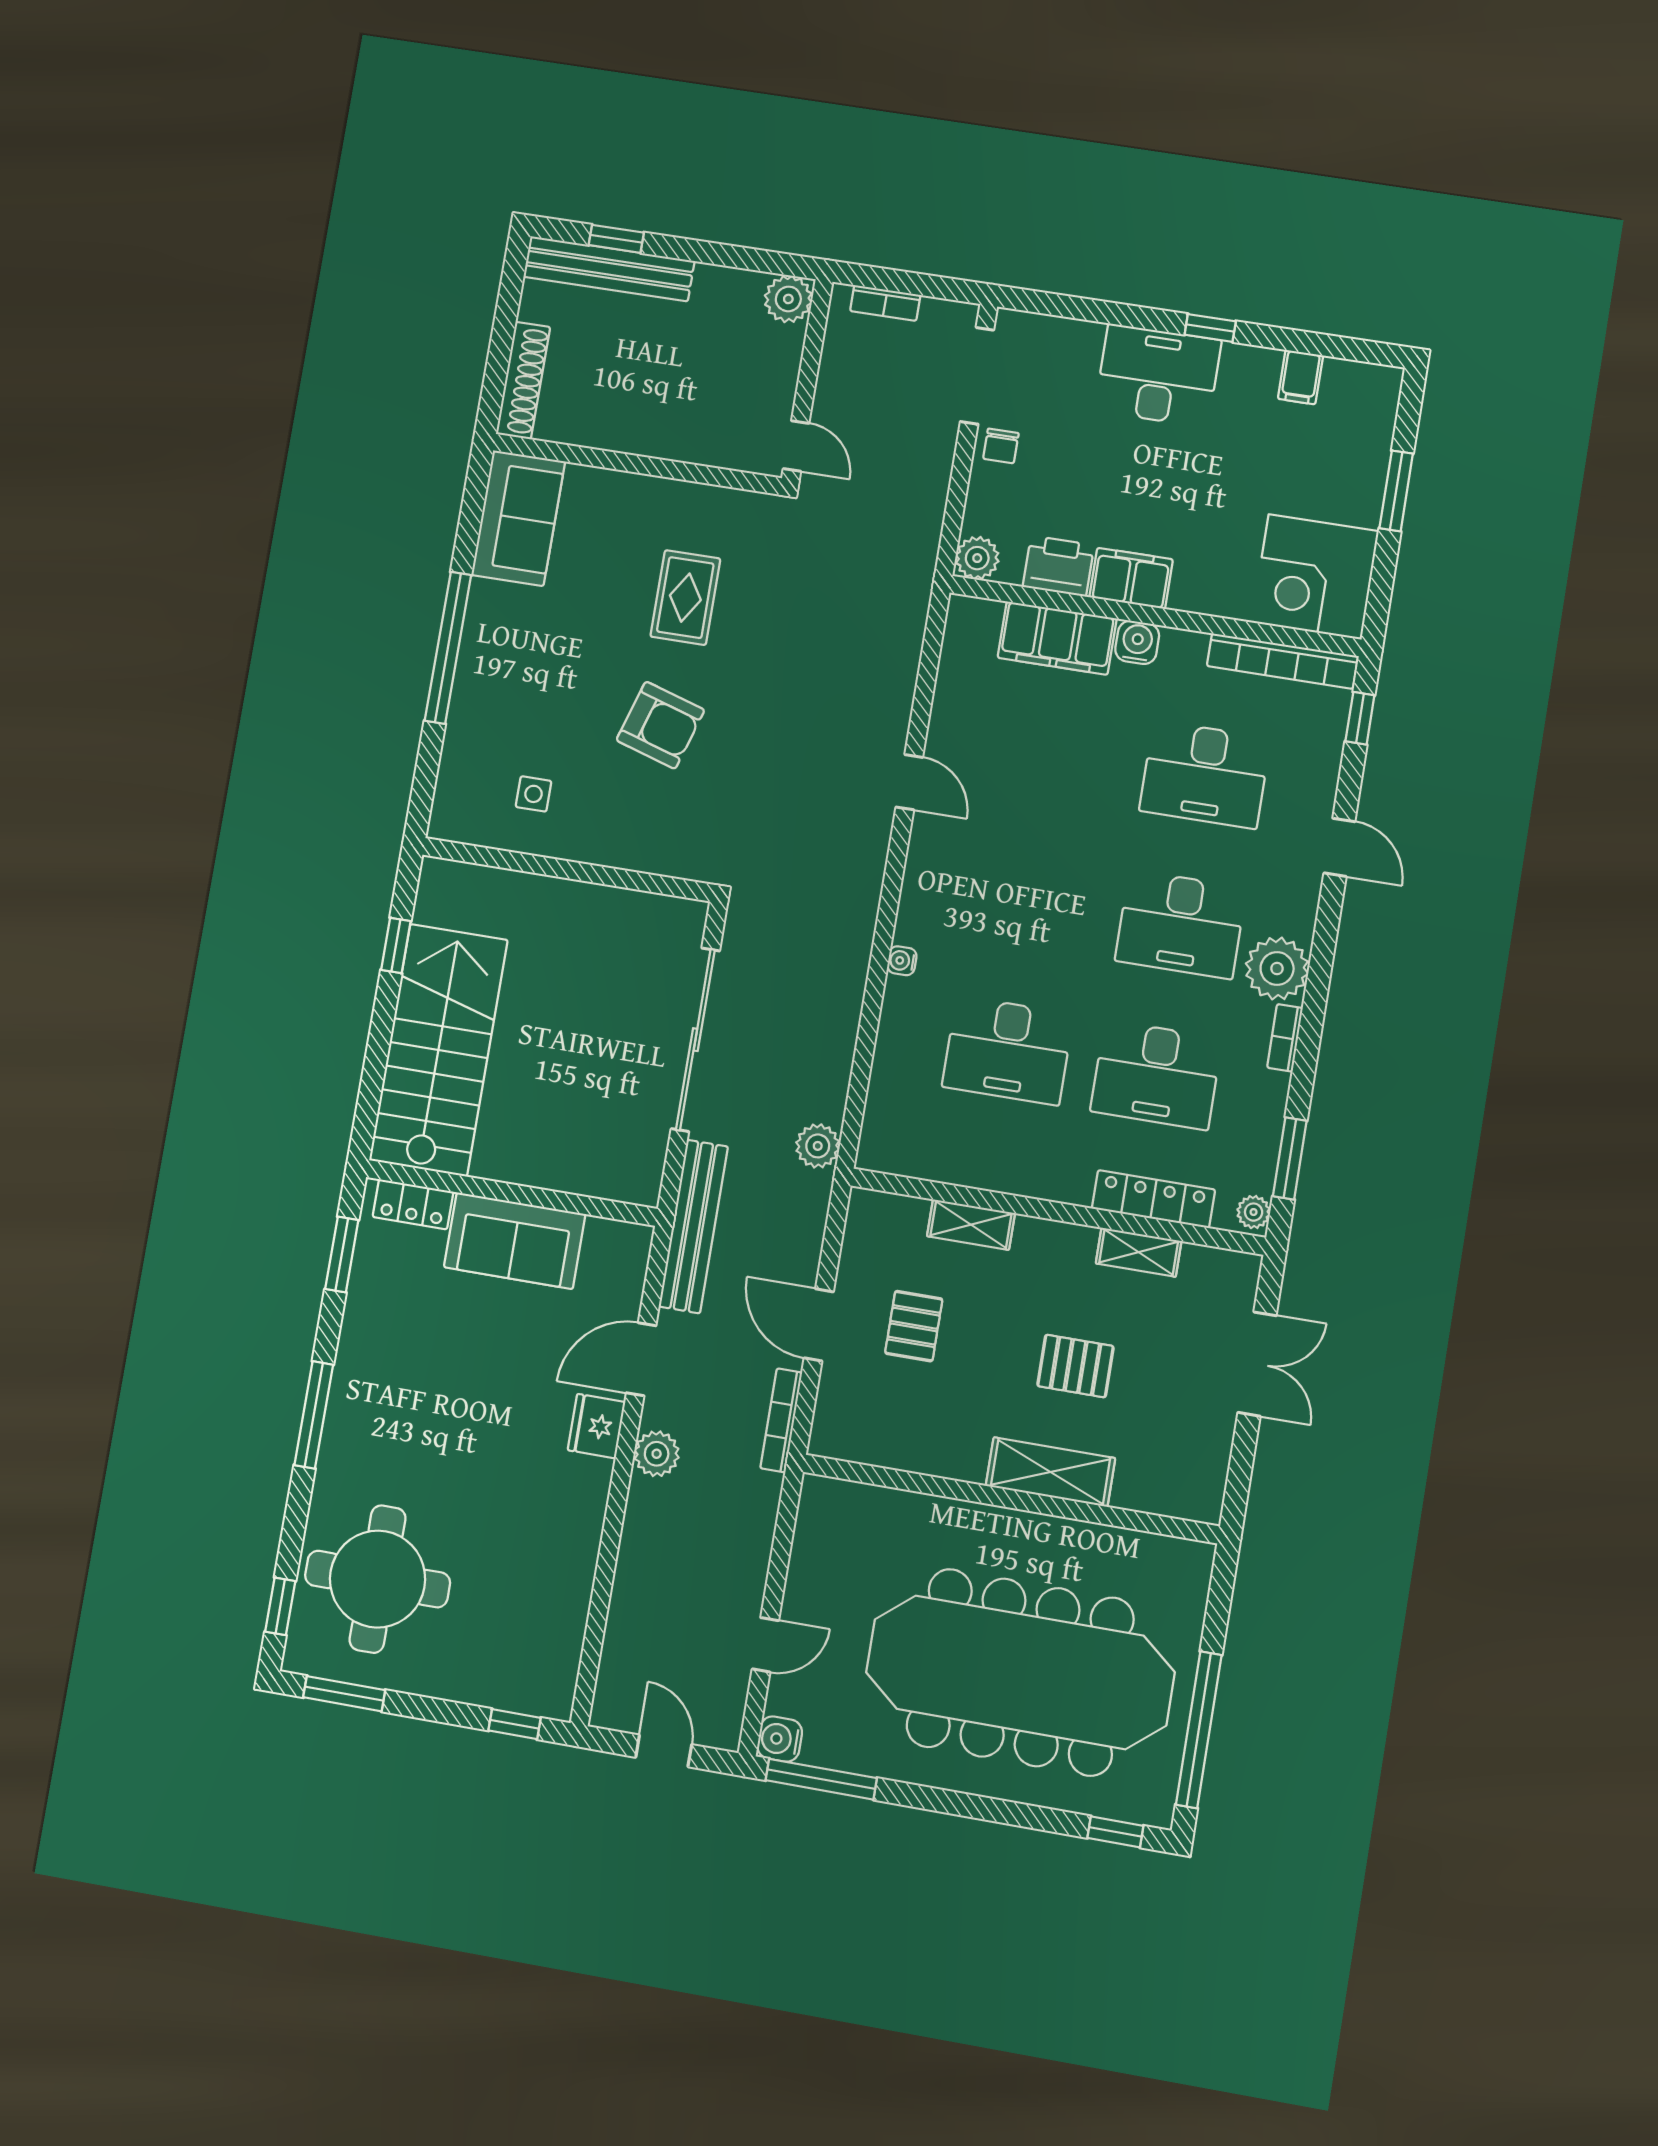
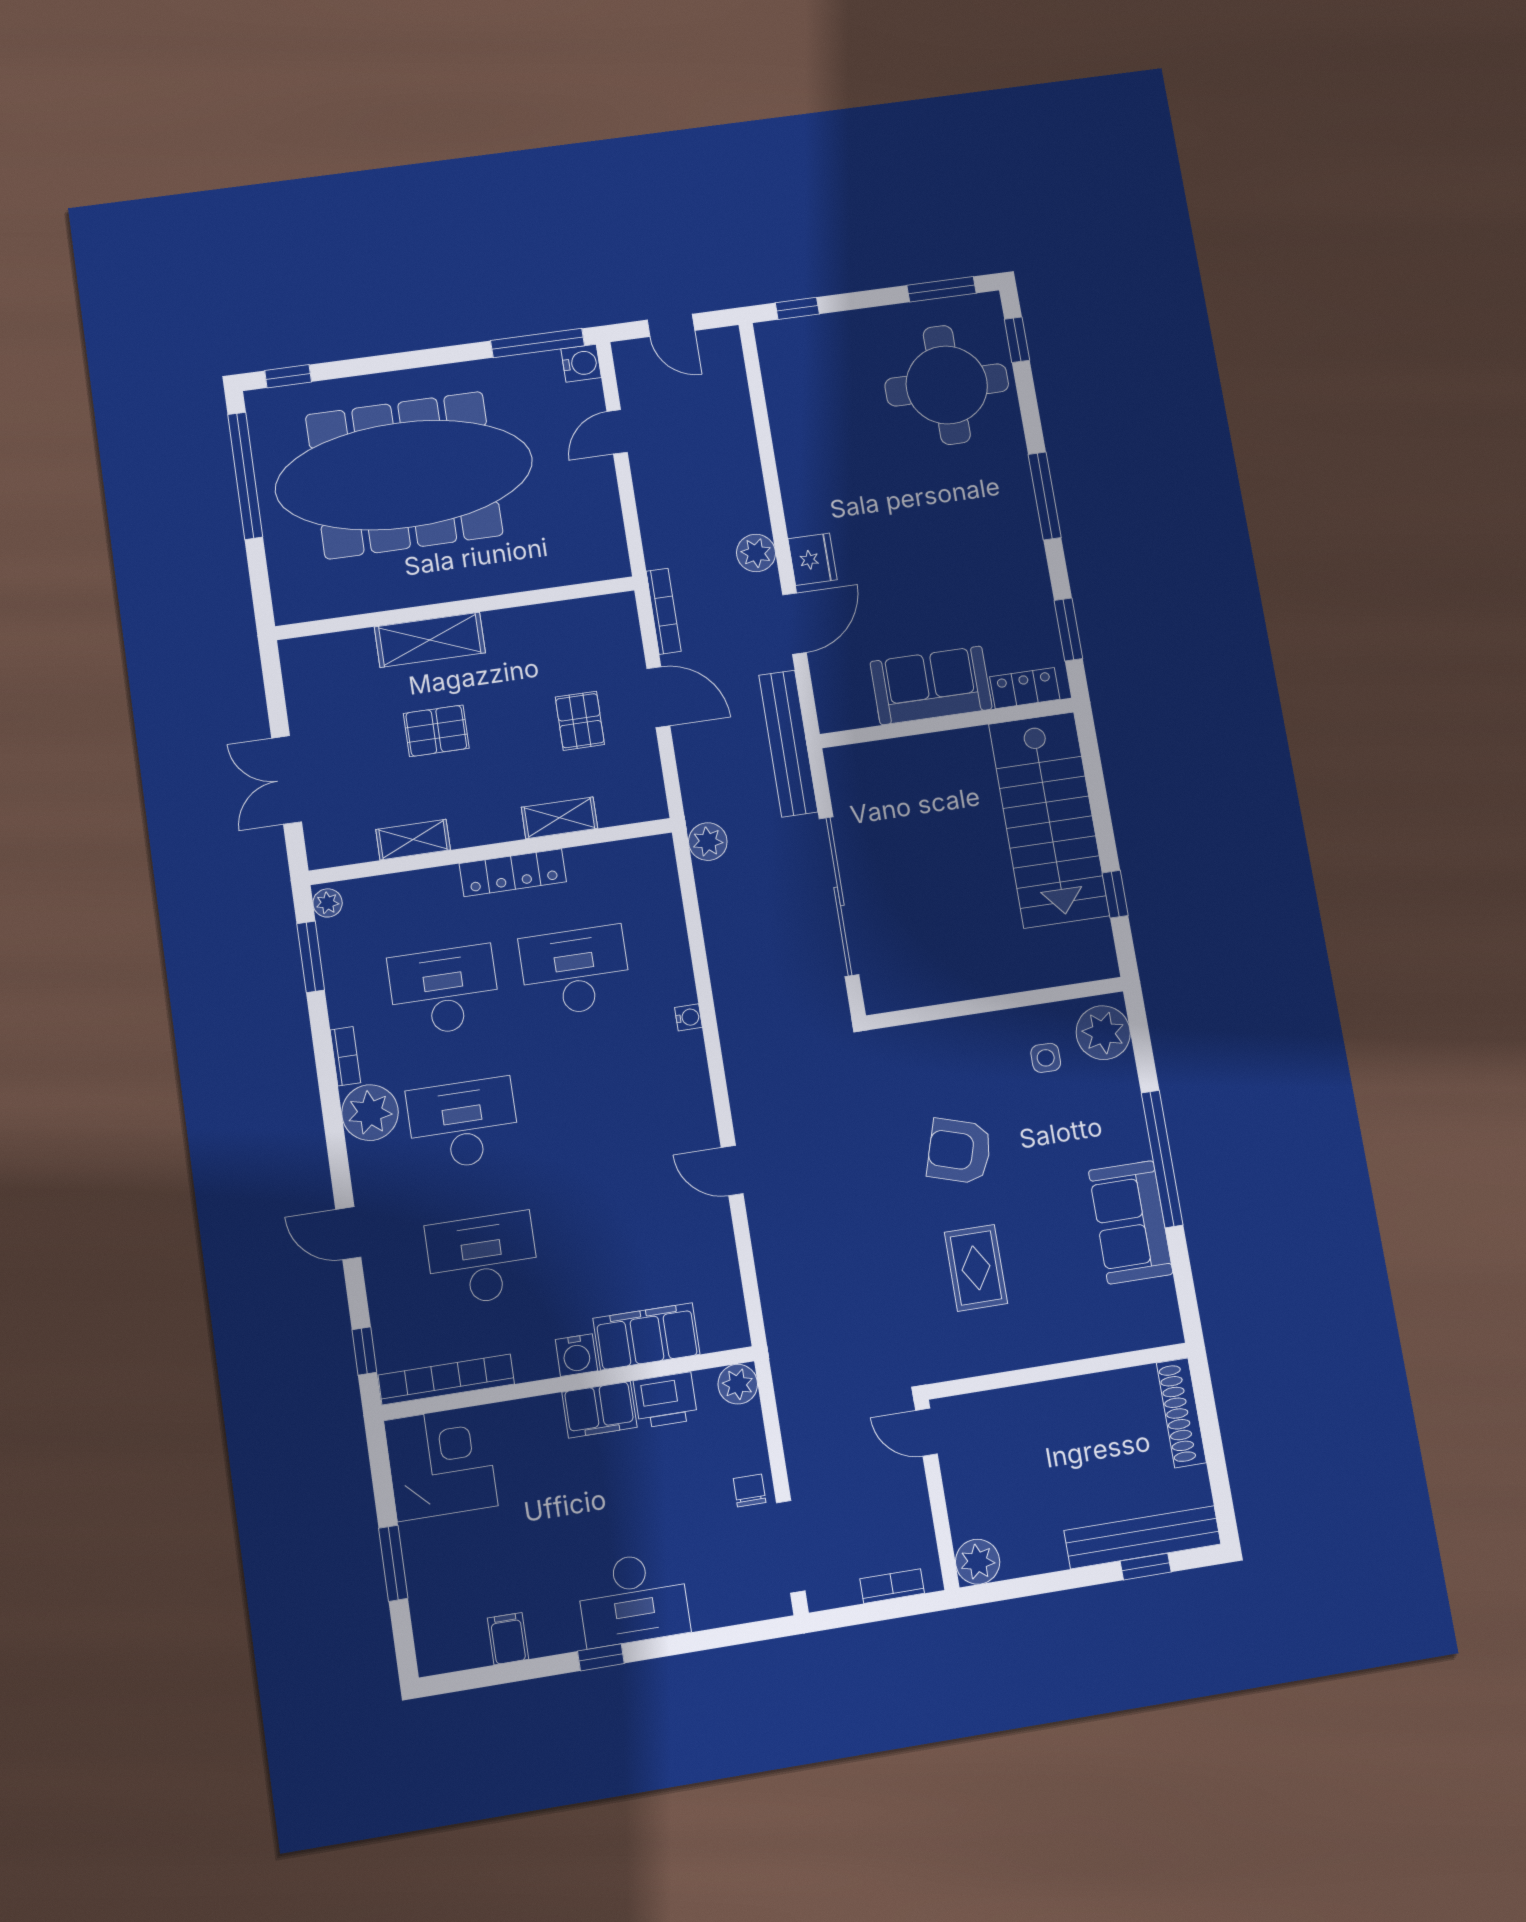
sofa: (518, 518) -> (1131, 1222), moved
plant: (462, 801) -> (1103, 1033), added
locker: (1153, 1199) -> (513, 873), moved

